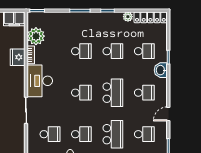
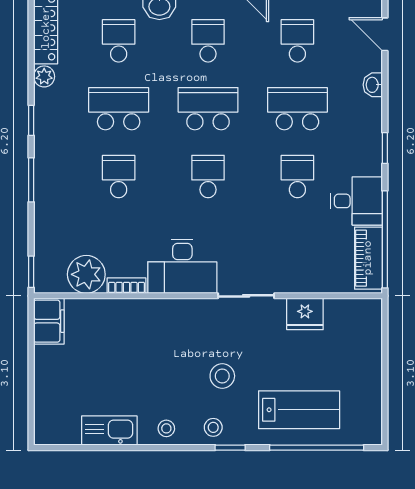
school desk: (113, 51) -> (119, 109), width x1.85
fridge: (18, 57) -> (305, 314), moved
school desk: (50, 134) -> (297, 244), removed

